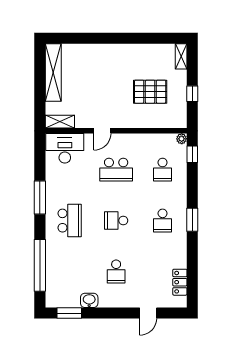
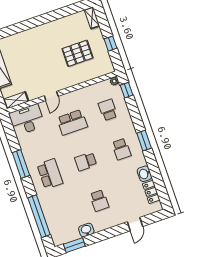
school desk: (163, 170) -> (108, 110), turned 180
washbasin: (179, 258) -> (144, 174), added

